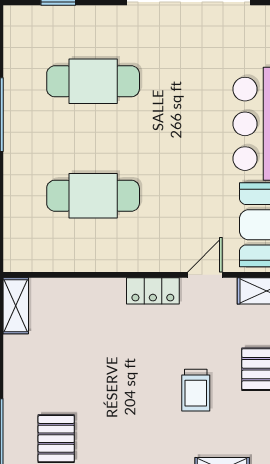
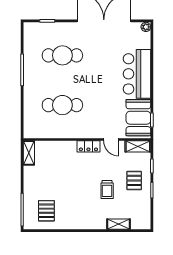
door: (205, 275) -> (111, 139), swing flipped

